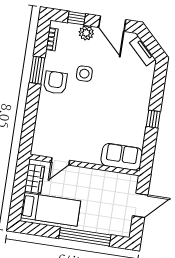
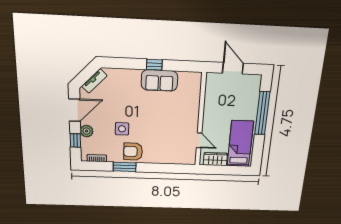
sofa: (122, 157) -> (159, 80), moved, turned -90

